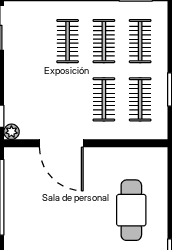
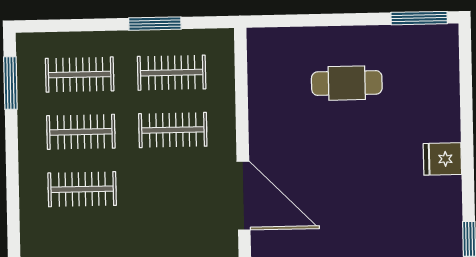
door: (61, 143) -> (244, 196), hinge flipped
cafe table: (131, 210) -> (347, 83), width x0.73, depth x0.74

